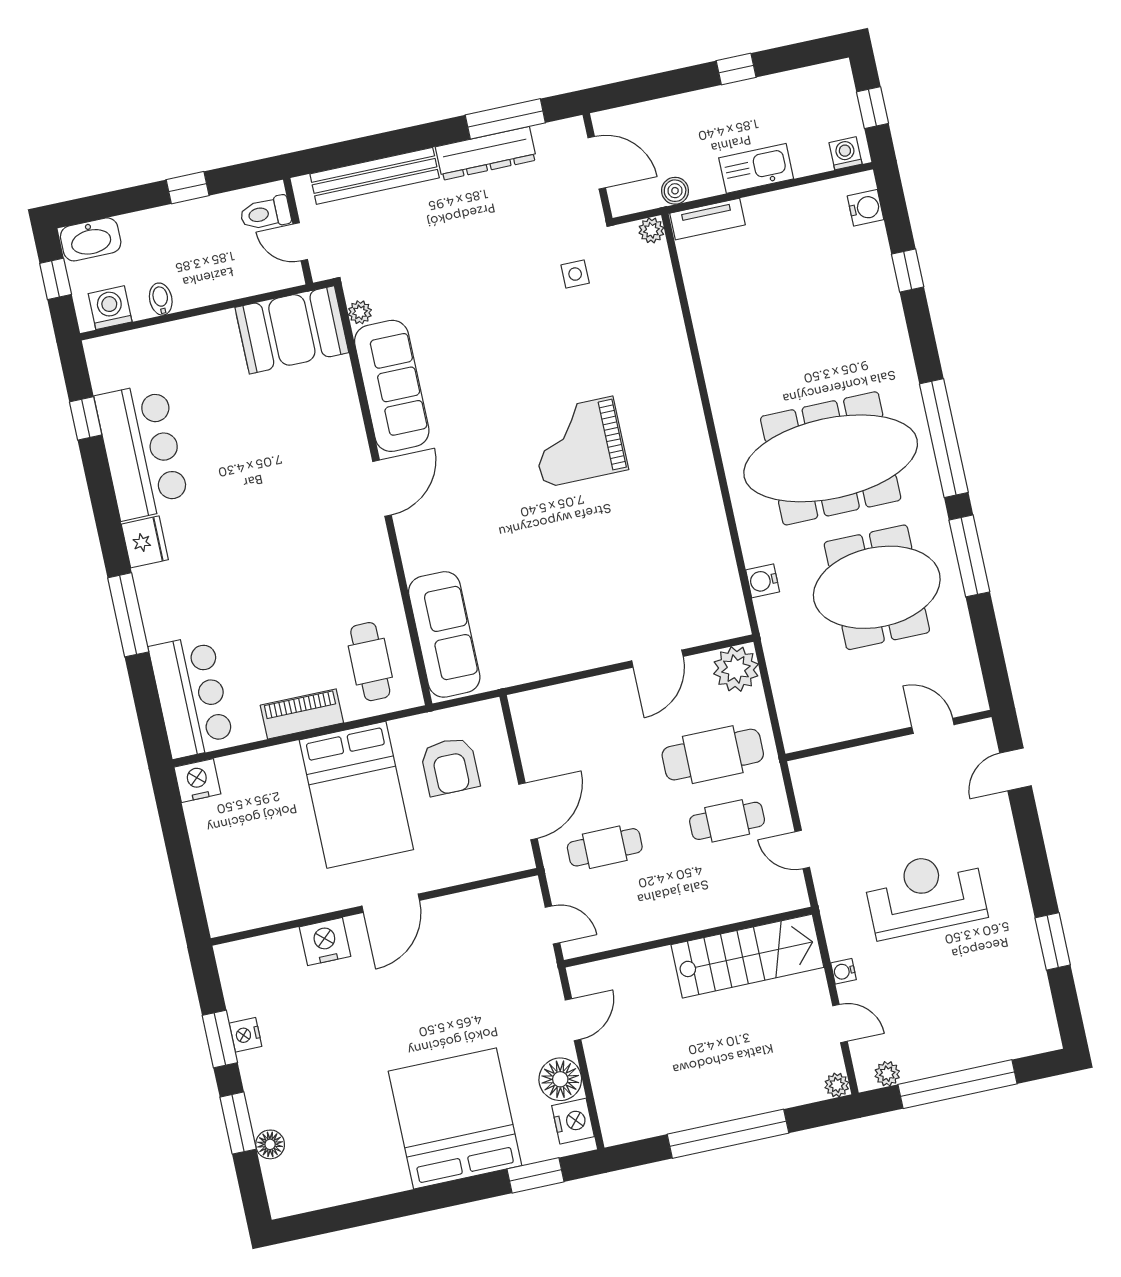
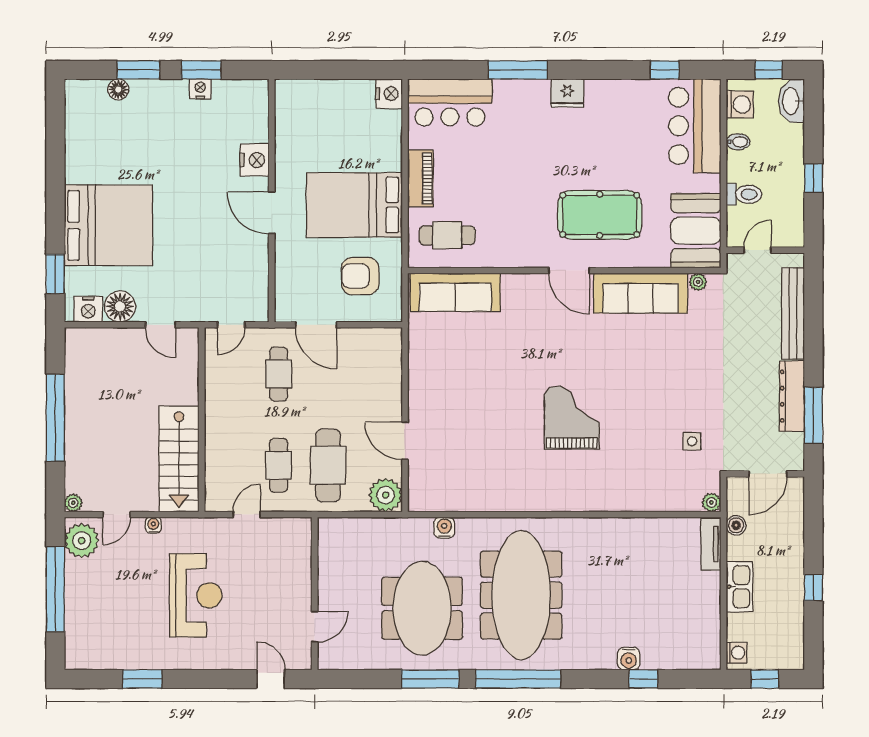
water cooler: (866, 208) -> (629, 659), moved
toilet: (265, 213) -> (744, 194), moved, turned 90
bar counter: (142, 451) -> (695, 126), moved, turned 90
pool table: (299, 463) -> (600, 215), added
plant: (887, 1074) -> (82, 541), width x1.88, depth x1.88

